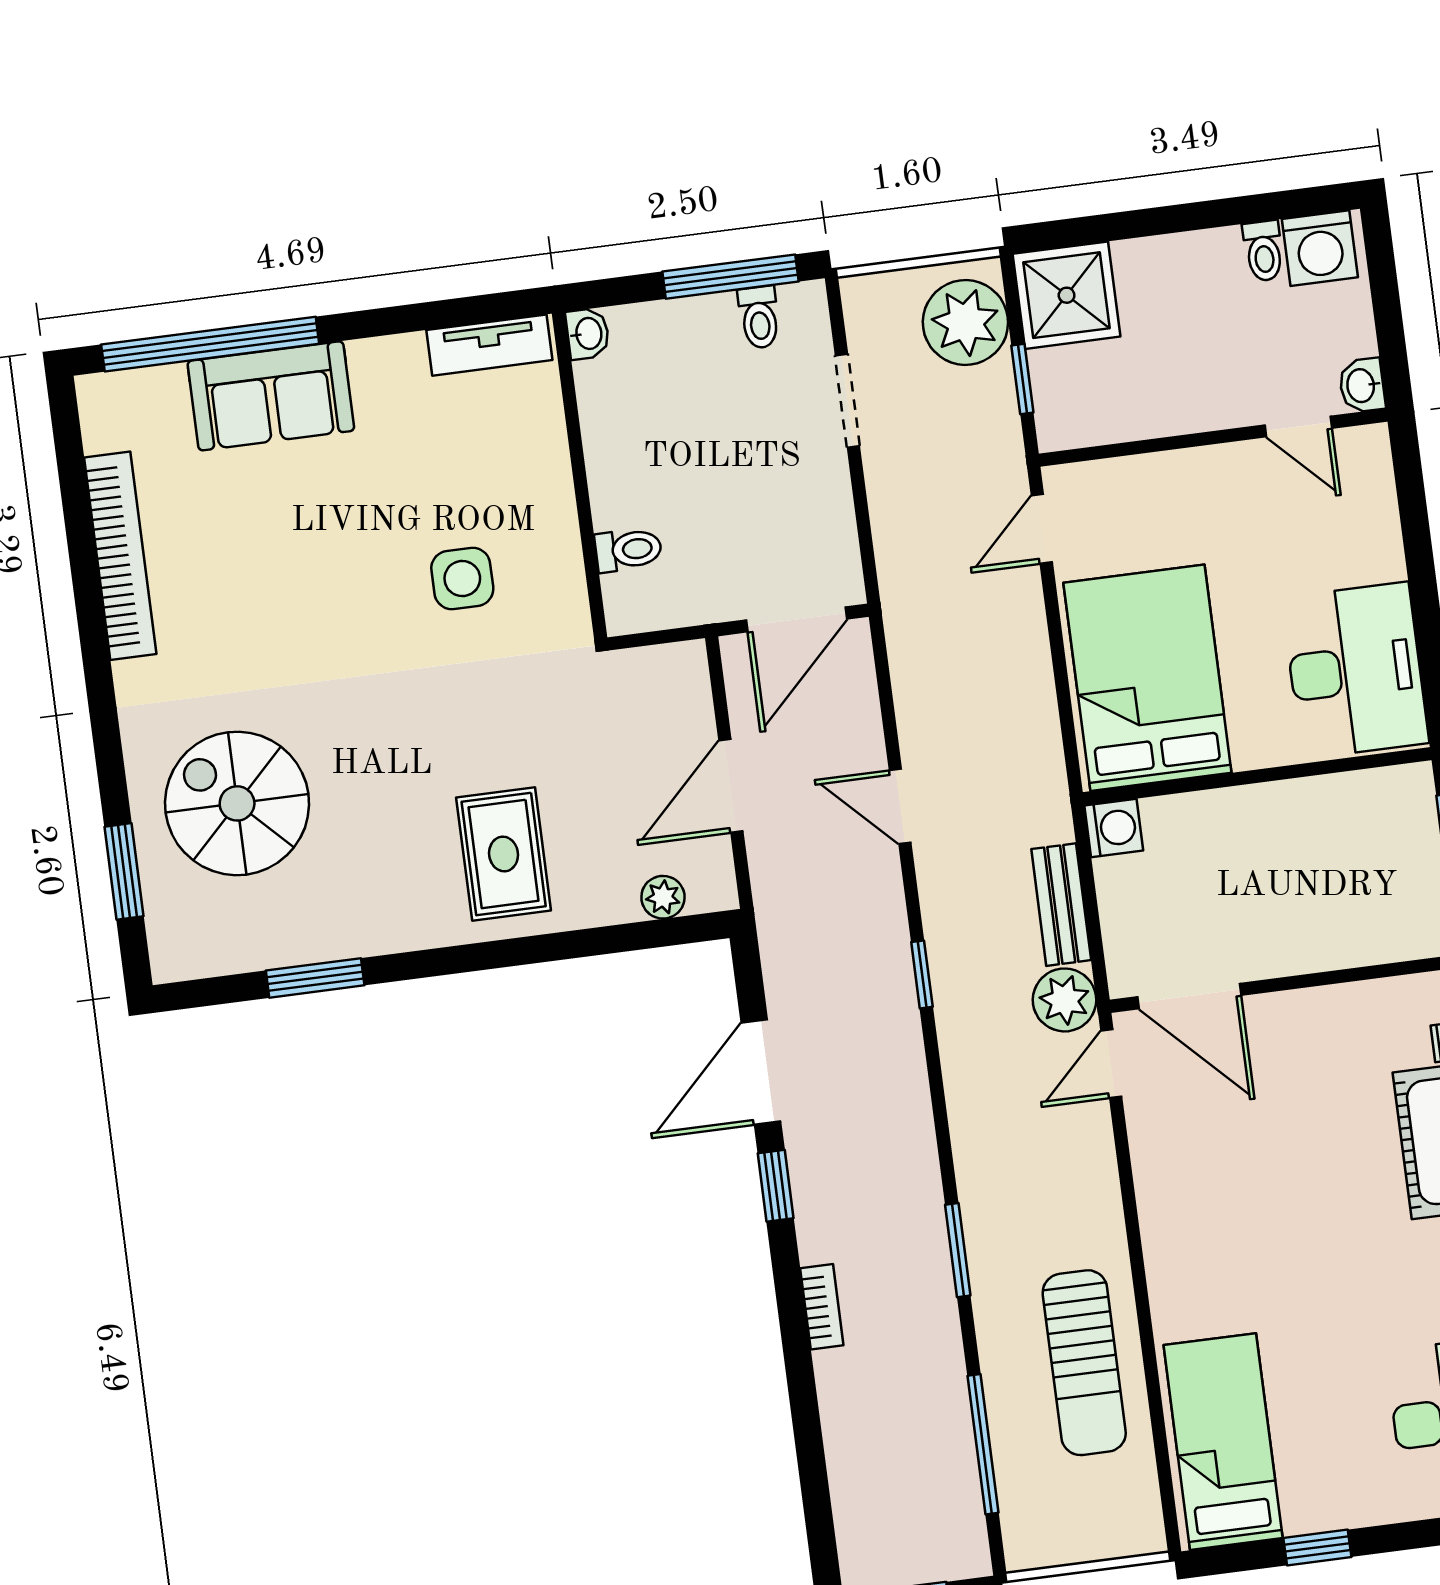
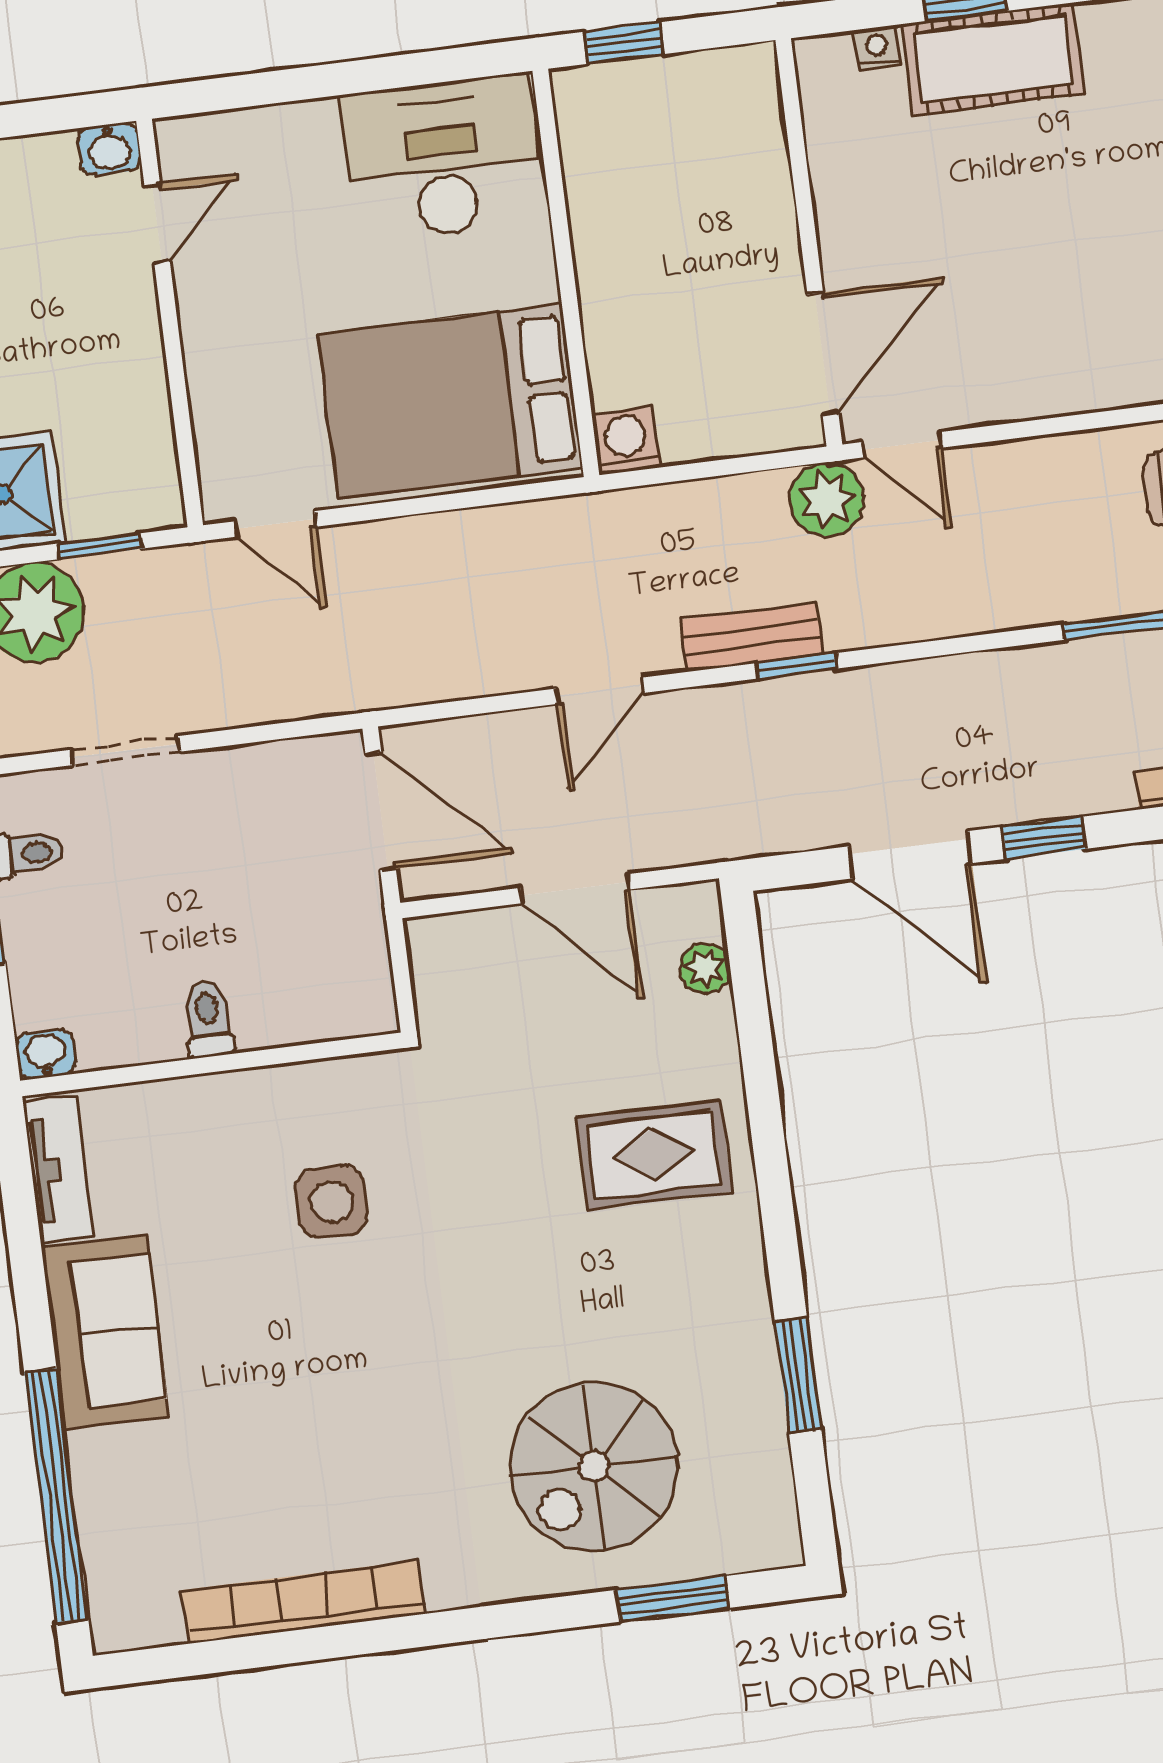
sofa: (271, 396) -> (105, 1332), moved
toilet: (628, 550) -> (208, 1019), moved
bench: (1061, 905) -> (752, 637), moved

